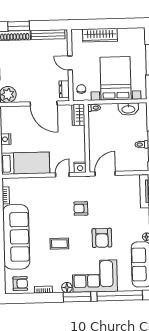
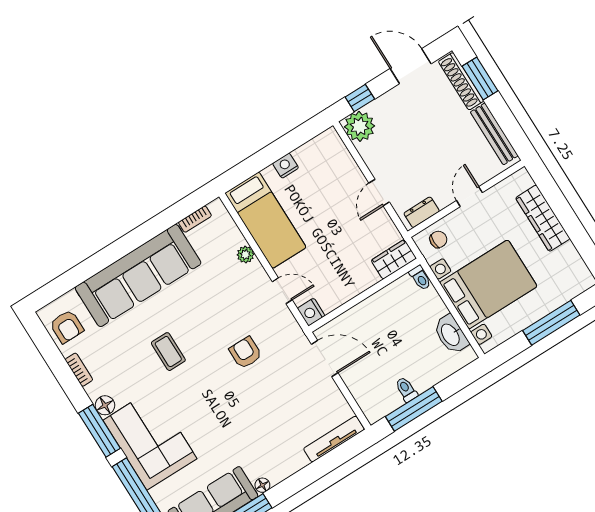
door: (44, 103) -> (379, 193), width x0.53
plant: (36, 182) -> (245, 255), added
armchair: (102, 238) -> (218, 414), removed

